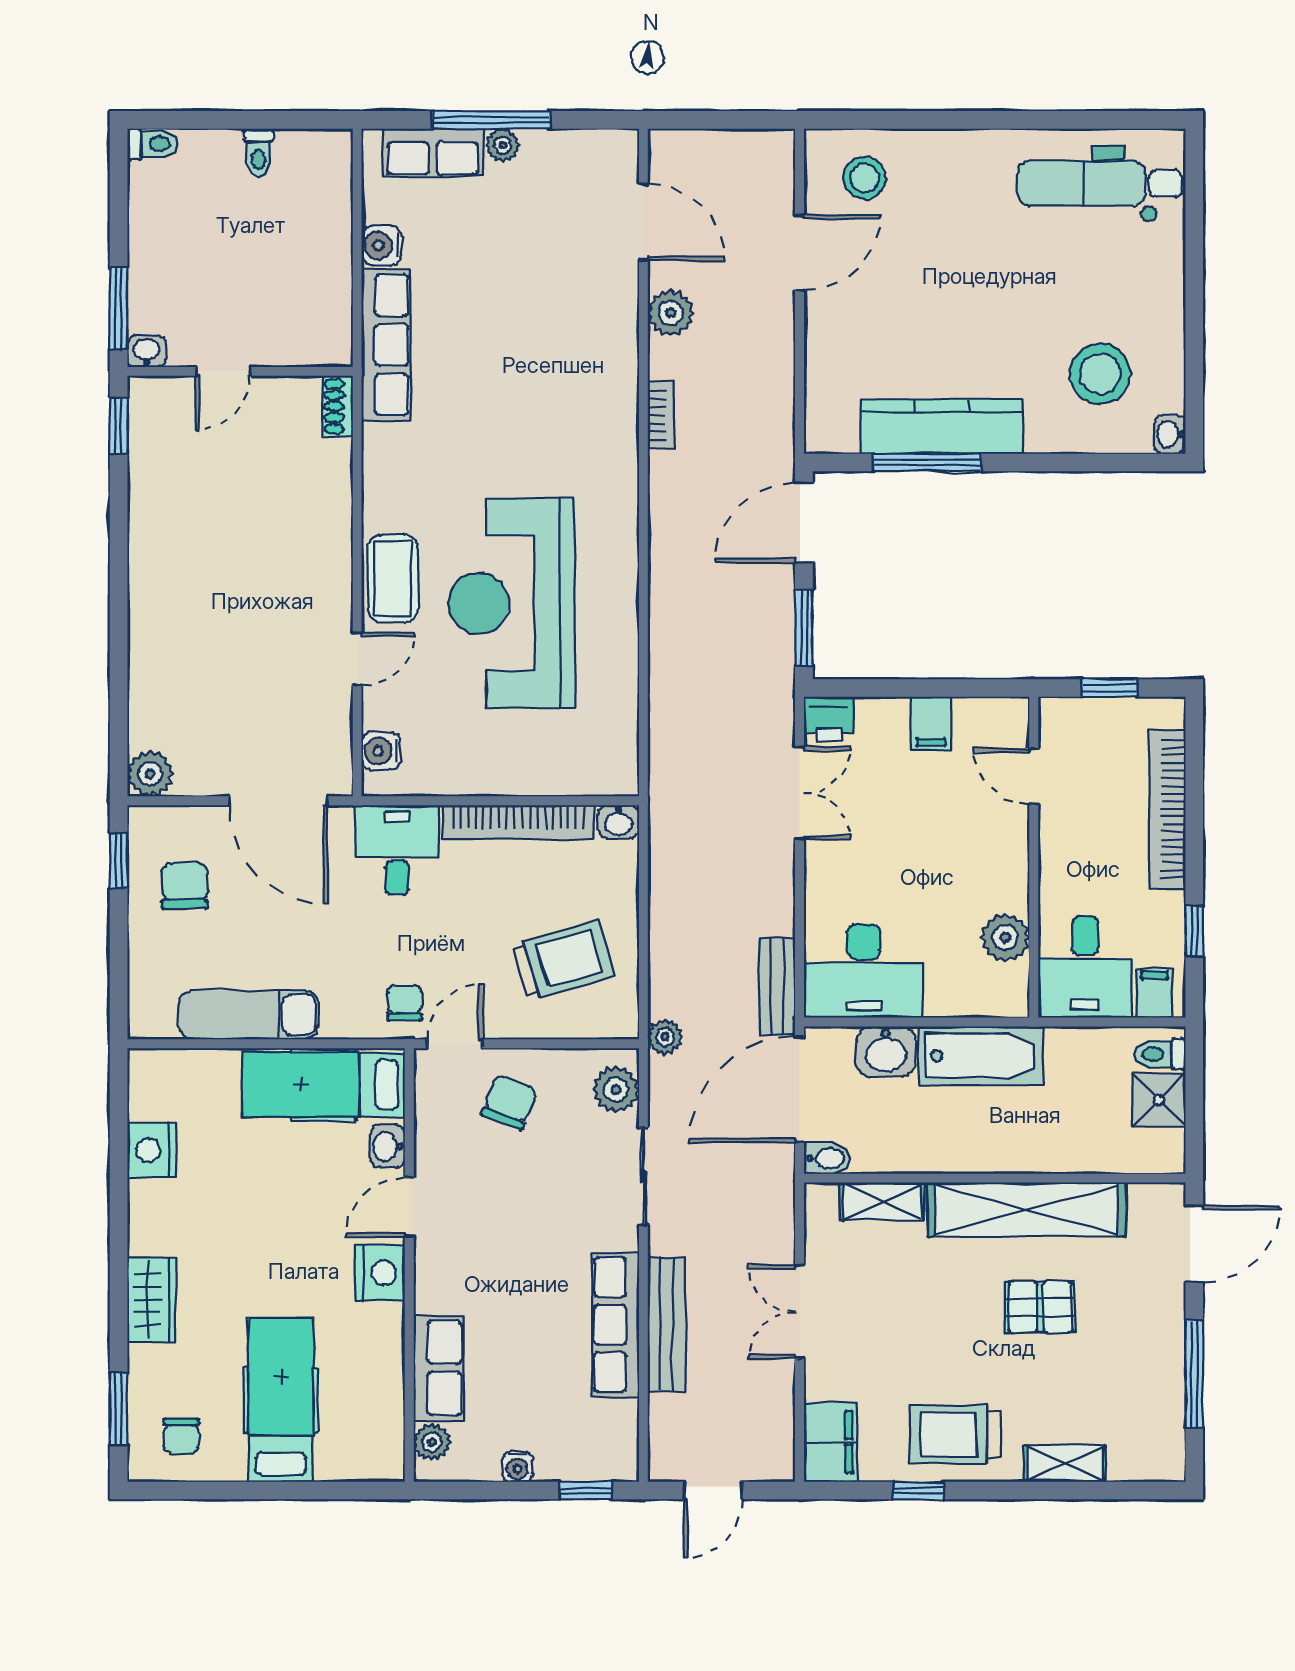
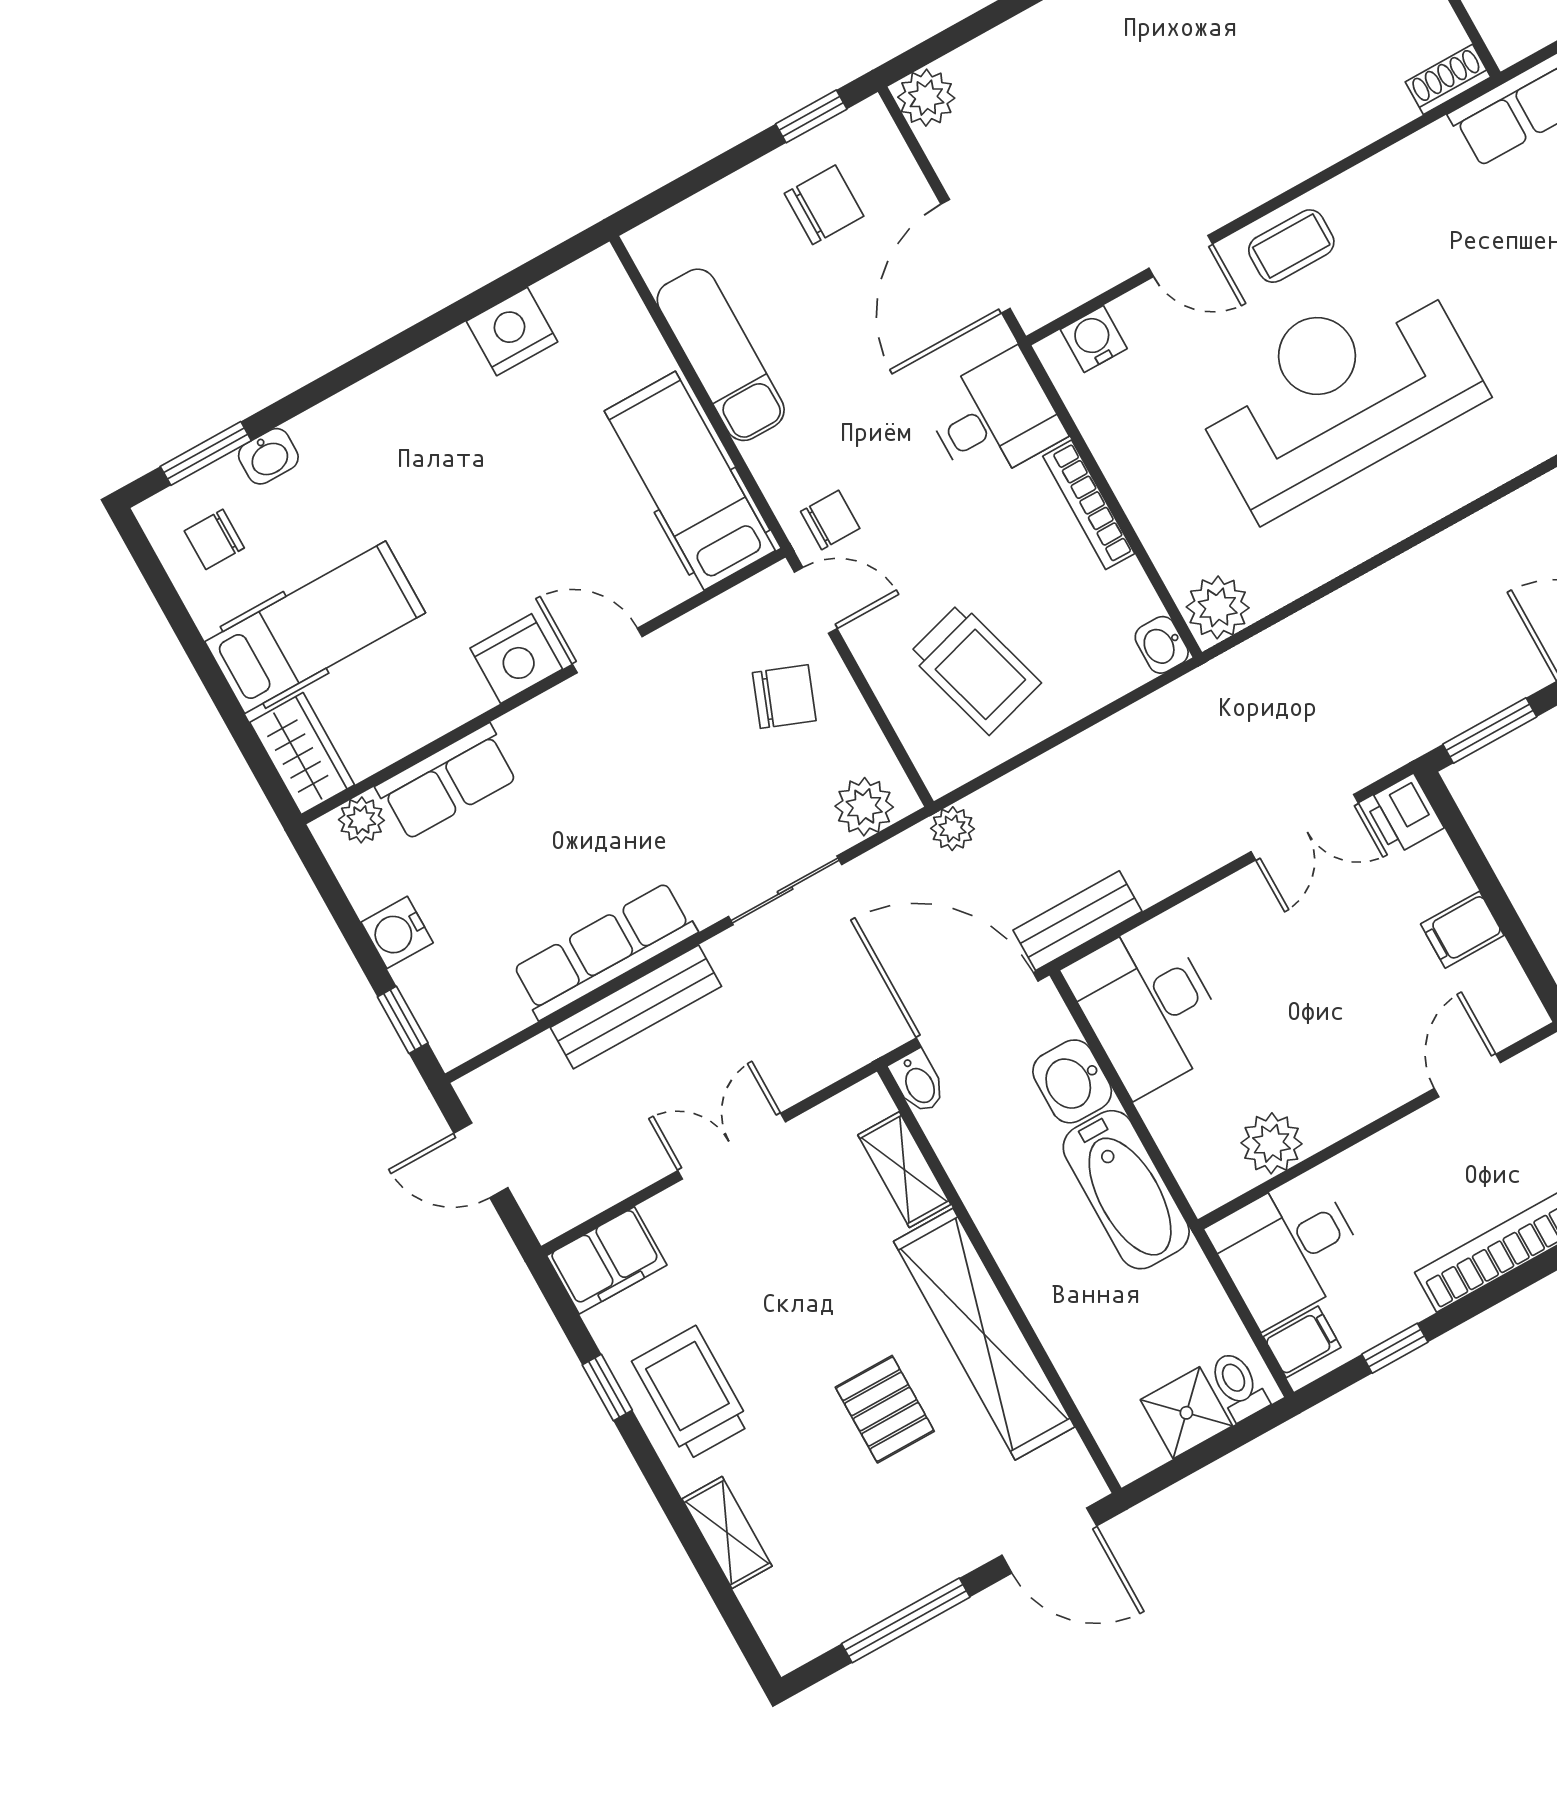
coffee table: (393, 579) -> (1291, 246), width x0.73, depth x0.77
plant: (614, 769) -> (1218, 607), added
bookcase: (518, 822) -> (1089, 505), width x0.68, depth x0.76
washbasin: (387, 1146) -> (268, 456), moved, turned 180
wardrobe: (152, 1300) -> (302, 754), moved, turned -90
water cooler: (517, 1467) -> (397, 932), width x1.38, depth x1.38

